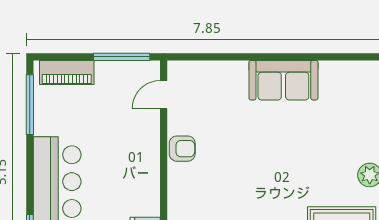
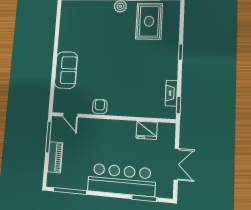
piano: (67, 72) -> (55, 157), moved
sofa: (283, 80) -> (66, 70), moved

